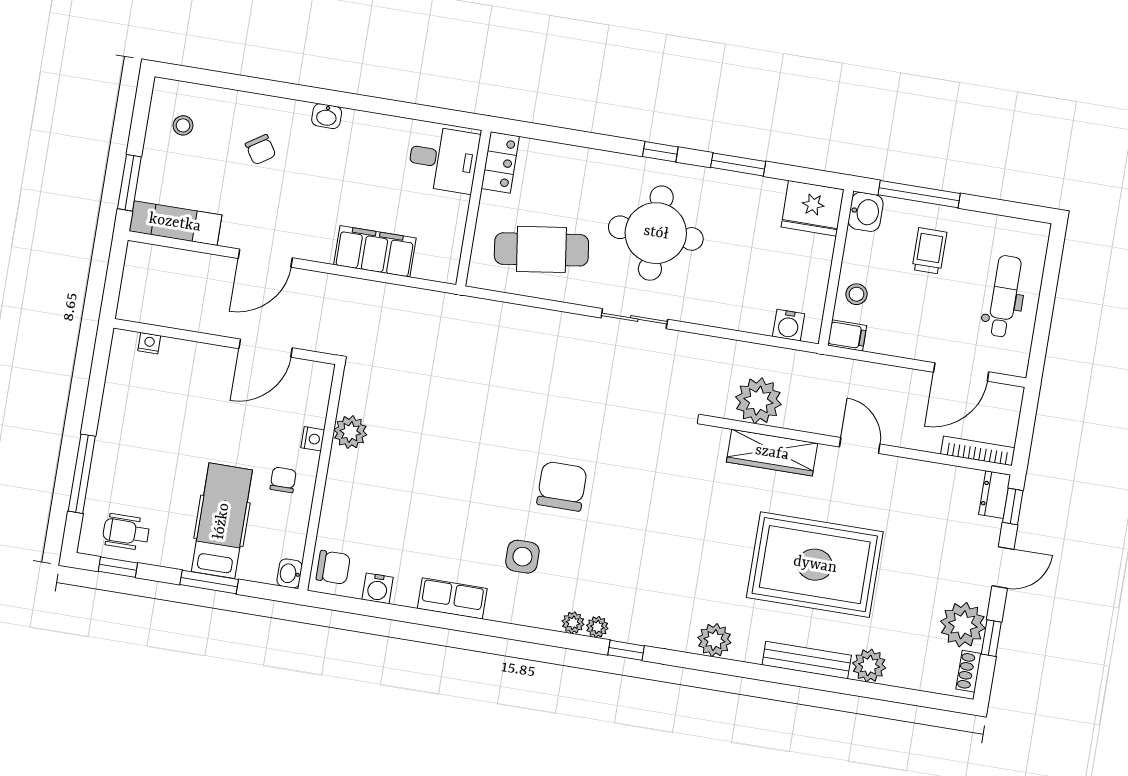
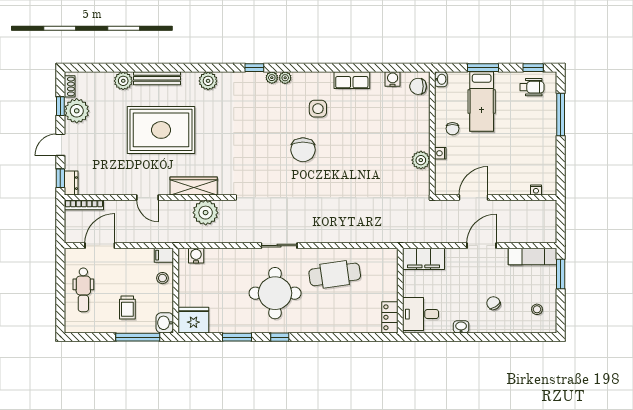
desk: (443, 159) -> (421, 314), moved
locker: (500, 162) -> (390, 317), moved
wall: (473, 208) -> (400, 291), moved

